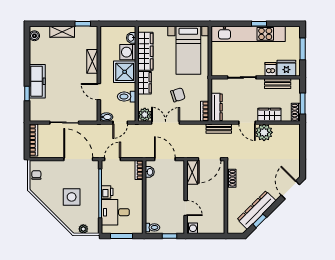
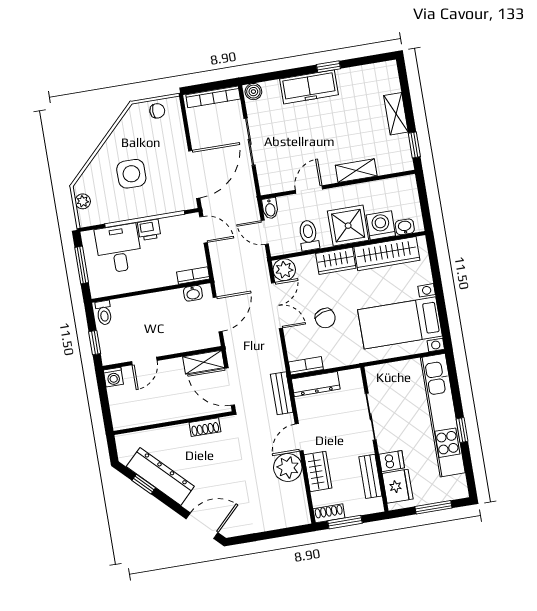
boiler: (34, 36) -> (253, 92), moved
window: (27, 93) -> (328, 67), moved

